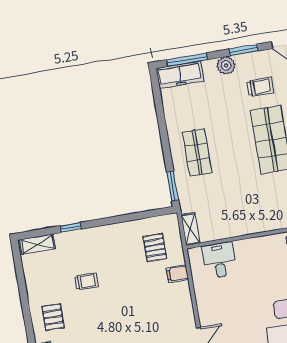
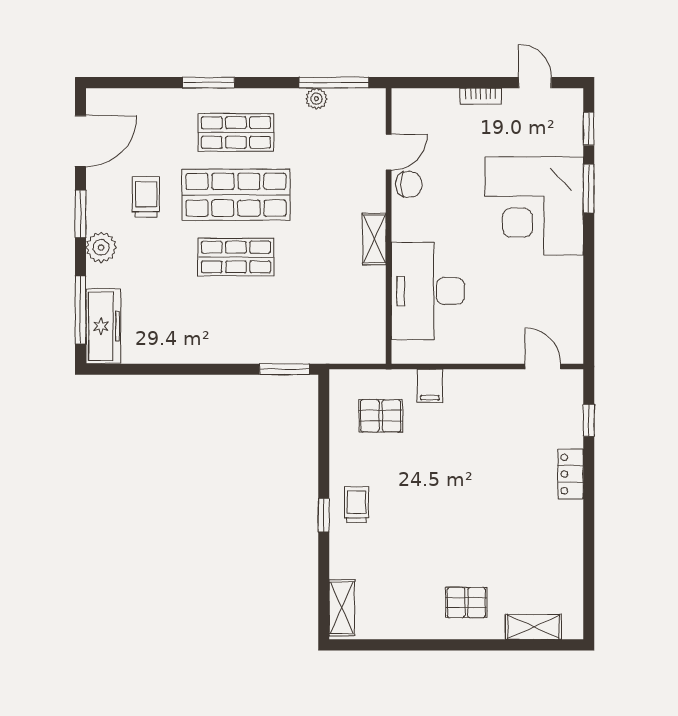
shop shelf: (197, 152) -> (236, 257), moved
window: (71, 227) -> (324, 515), moved
shelving: (190, 229) -> (374, 239), moved, turned 90
desk: (219, 260) -> (428, 291), width x1.87, depth x1.30
trolley: (86, 281) -> (357, 505), moved

